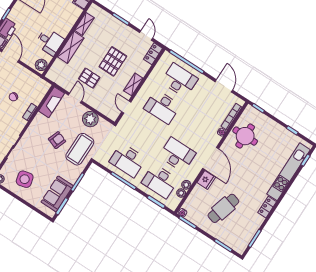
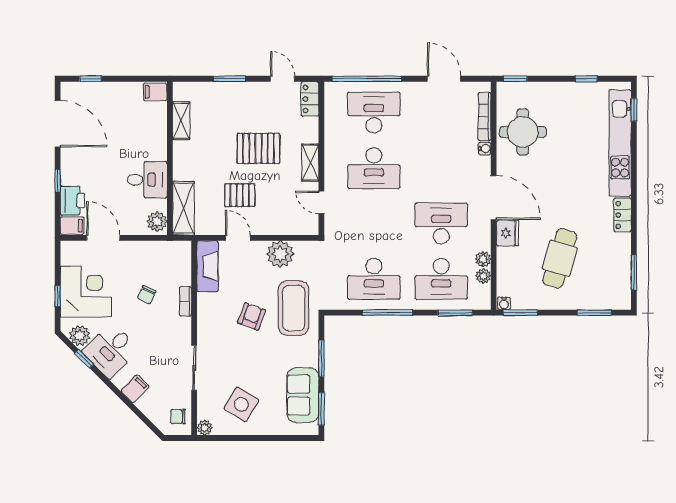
shelving: (71, 47) -> (183, 208), moved
pallet: (113, 61) -> (258, 148), turned 90
side table: (25, 179) -> (241, 404), turned 45

